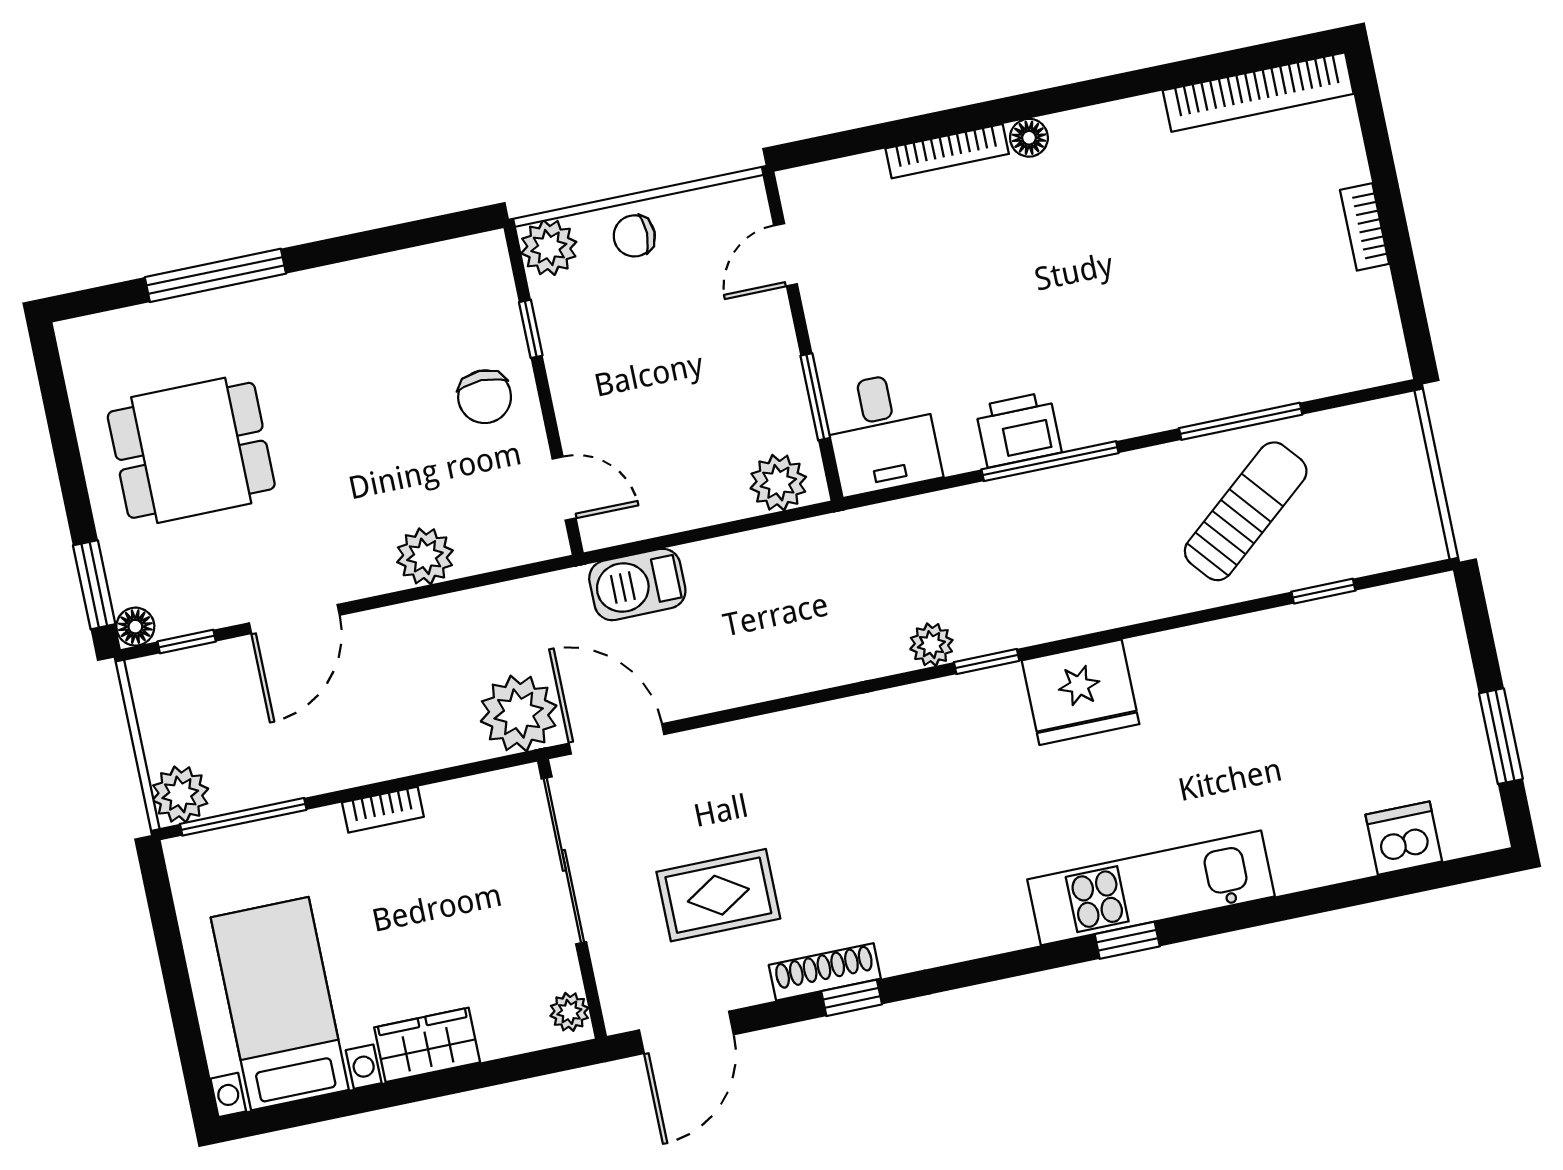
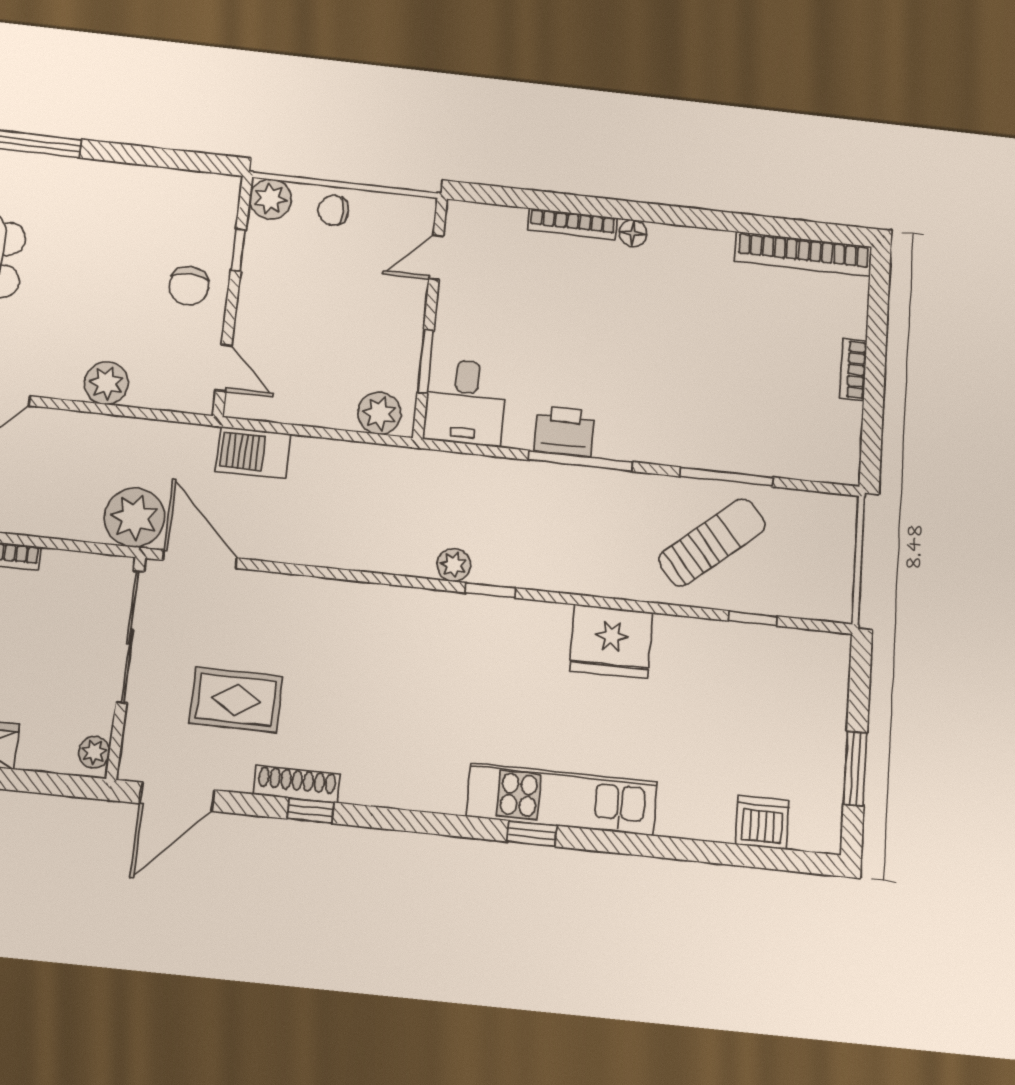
fridge: (1081, 692) -> (611, 641), moved

